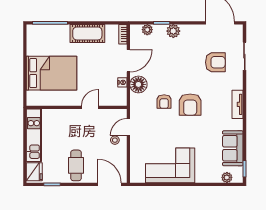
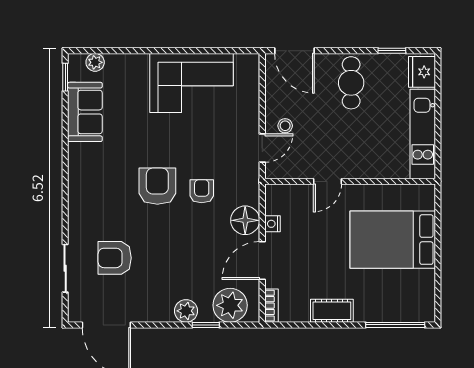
plant: (147, 30) -> (230, 305), width x1.88, depth x1.88
cot: (87, 33) -> (332, 311), width x0.73, depth x0.75
tv unit: (238, 104) -> (77, 186), removed

